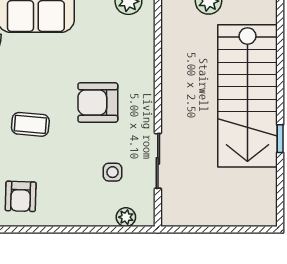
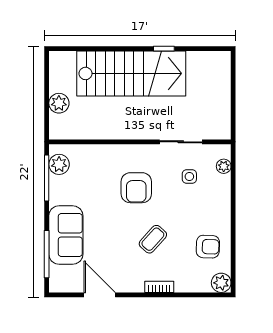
coffee table: (30, 124) -> (153, 239), turned 37

